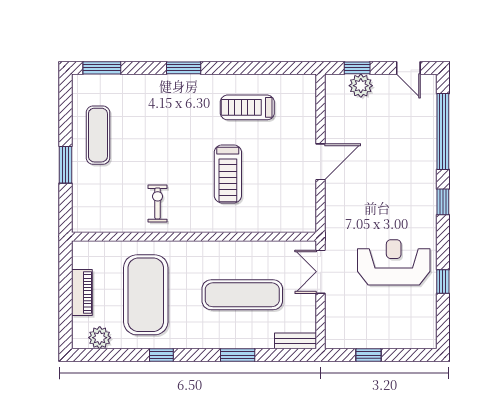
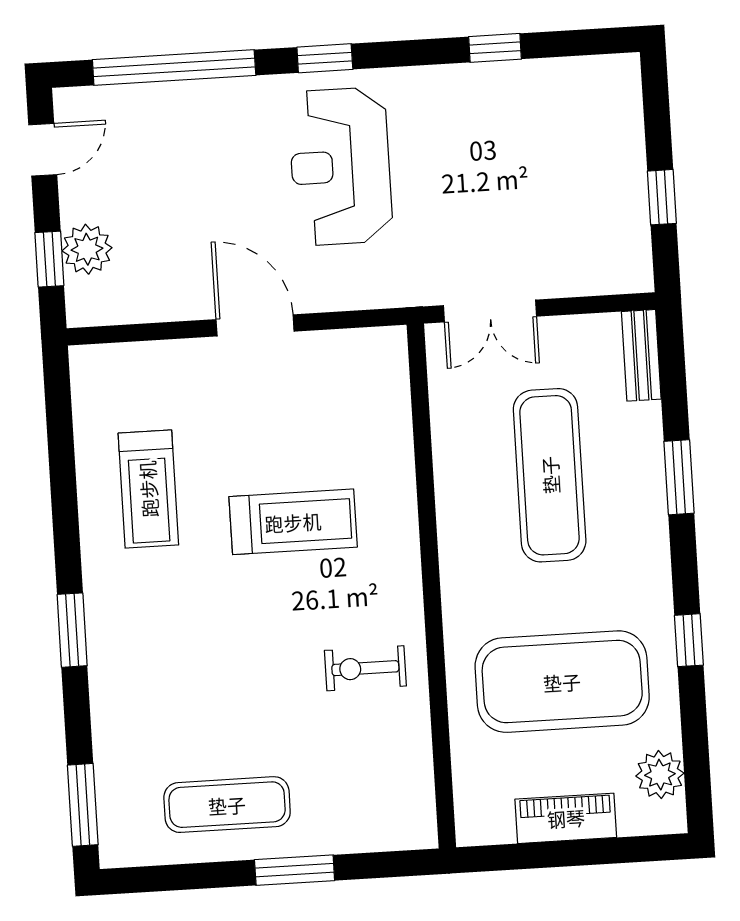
reception desk: (394, 262) -> (340, 166), moved

